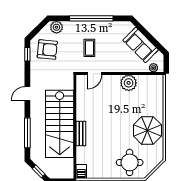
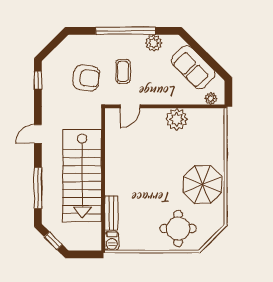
plant: (56, 27) -> (154, 43), moved
armchair: (47, 49) -> (86, 78), moved
bench: (81, 134) -> (111, 213), moved

